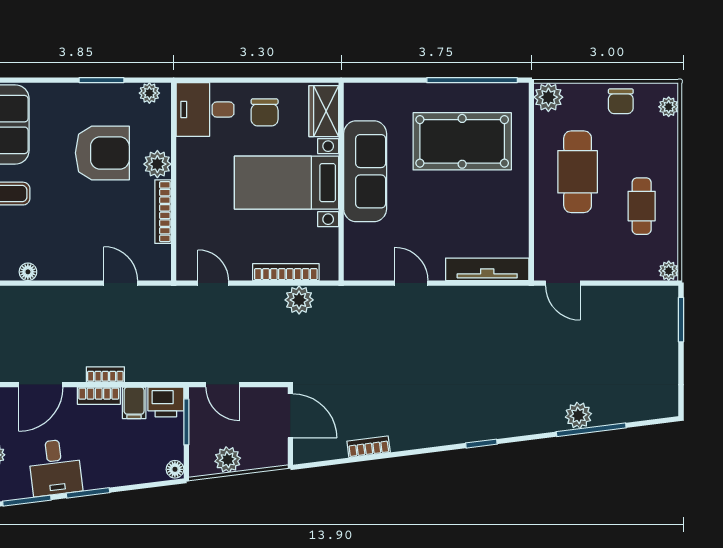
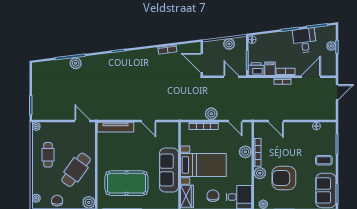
cafe table: (578, 172) -> (76, 170), turned 36
plant: (191, 213) -> (245, 152), added
plant: (299, 300) -> (211, 114), moved

